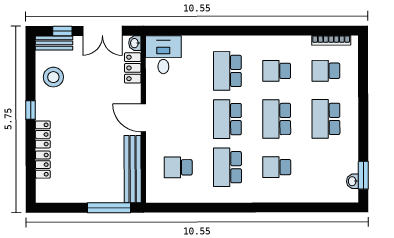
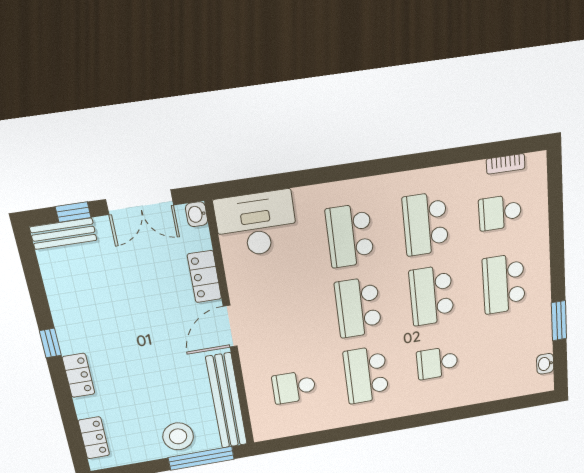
bookcase: (331, 40) -> (506, 164), width x0.64
desk: (163, 55) -> (256, 224), width x1.37
locker: (133, 68) -> (204, 277), moved
school desk: (277, 71) -> (425, 224), width x1.85
stool: (53, 77) -> (178, 436), moved
door: (143, 118) -> (230, 326), hinge flipped
locker: (43, 165) -> (94, 438), moved
window: (363, 175) -> (559, 321), moved

